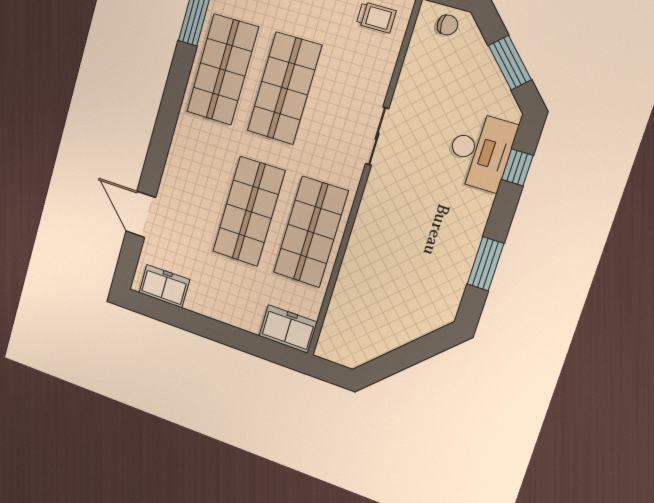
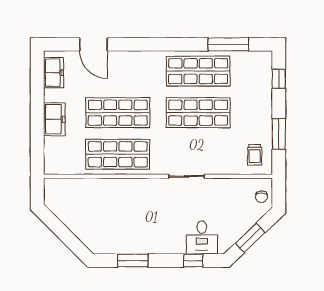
desk: (480, 151) -> (202, 237), width x0.73
door: (141, 214) -> (93, 44), swing flipped
freezer: (288, 329) -> (54, 119), moved

